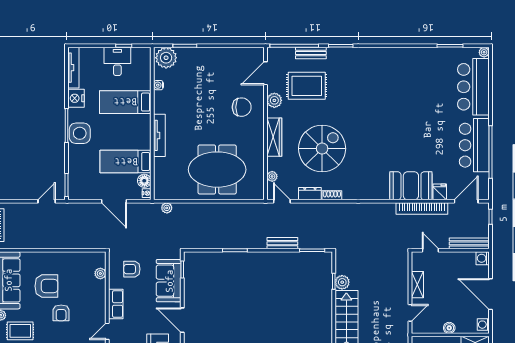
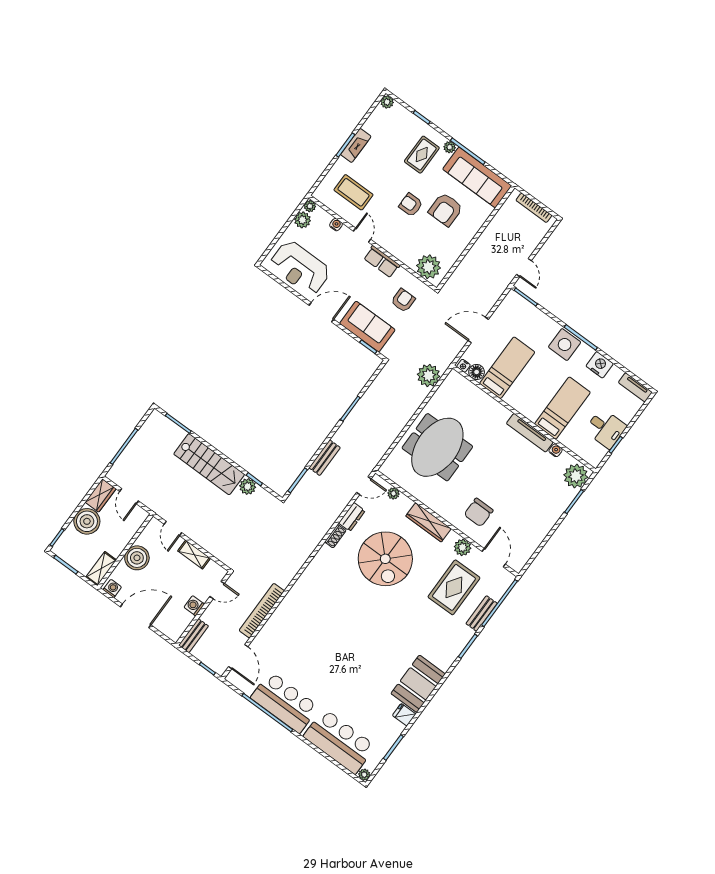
tv unit: (73, 68) -> (635, 387), width x0.71
tv unit: (159, 135) -> (530, 433), moved
booth: (411, 186) -> (418, 684), moved
fridge: (440, 192) -> (404, 715), moved, turned 180
plant: (167, 208) -> (429, 375), width x1.88, depth x1.88
bench: (469, 243) -> (193, 636), width x0.73
washing machine: (483, 258) -> (194, 606), moved, turned -90
plant: (100, 273) -> (428, 267), width x1.88, depth x1.88
boiler: (449, 328) -> (137, 558), width x1.86, depth x1.86

